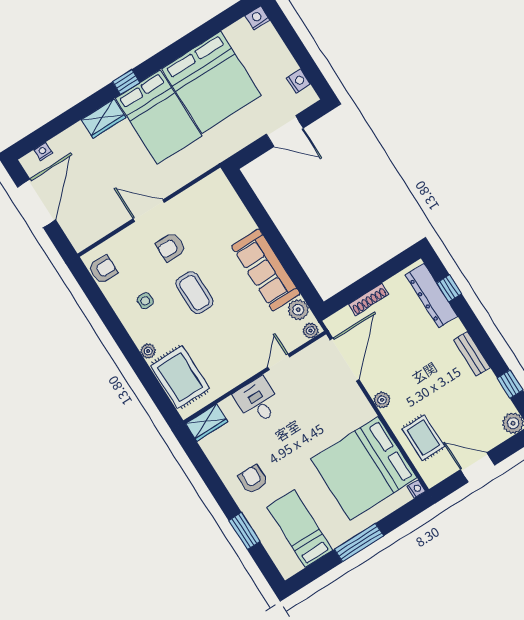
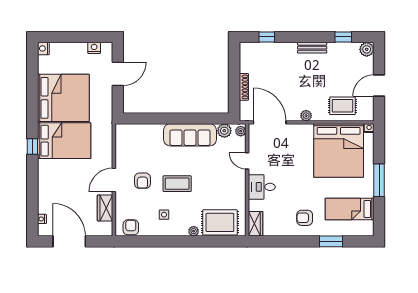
wardrobe: (103, 119) -> (105, 208), moved, turned 180
dresser: (431, 296) -> (264, 50), removed

